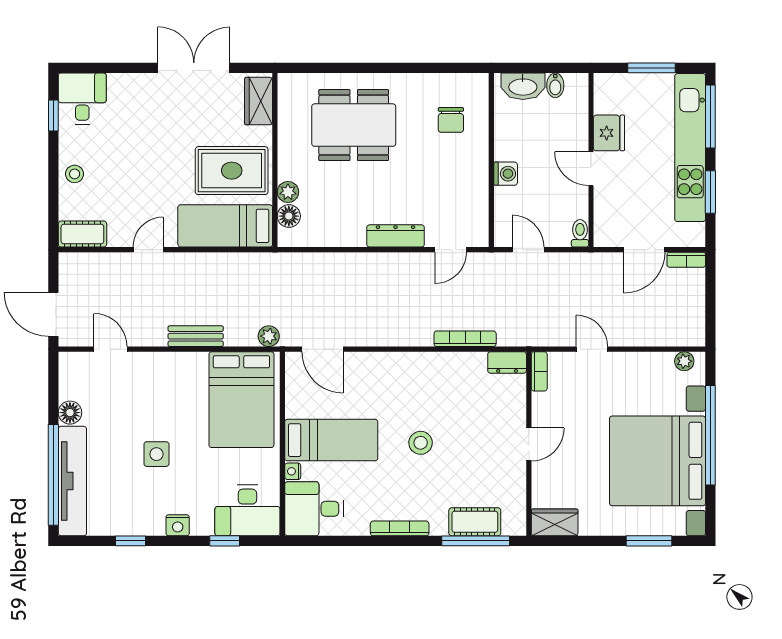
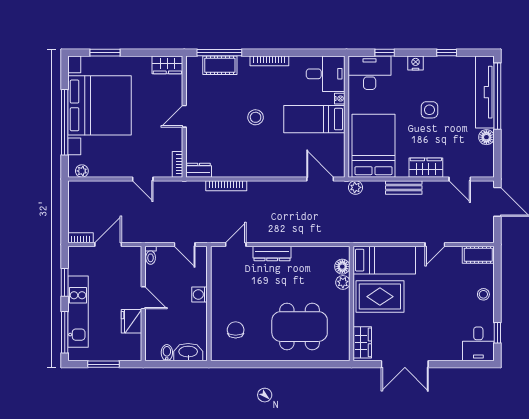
kitchen unit: (690, 148) -> (78, 312), width x0.73
wardrobe: (162, 366) -> (426, 168), added

